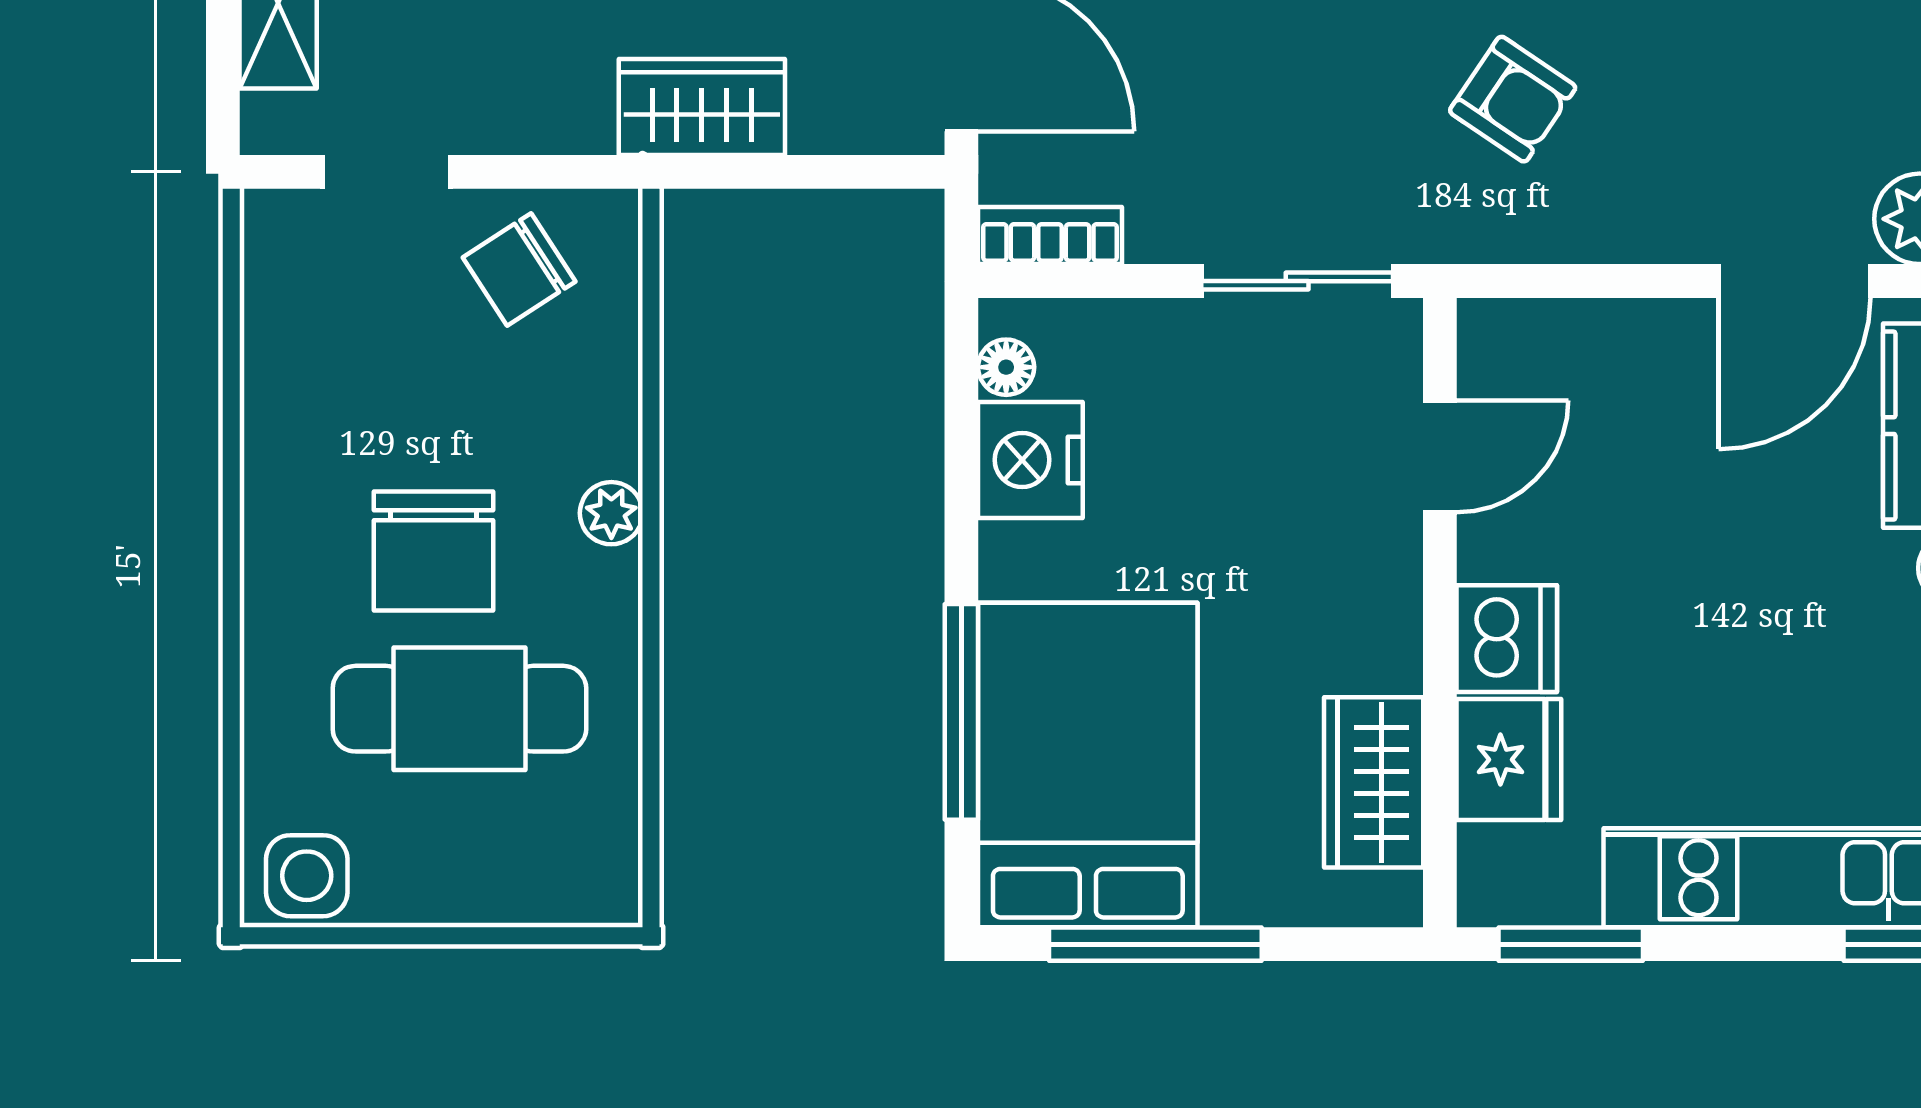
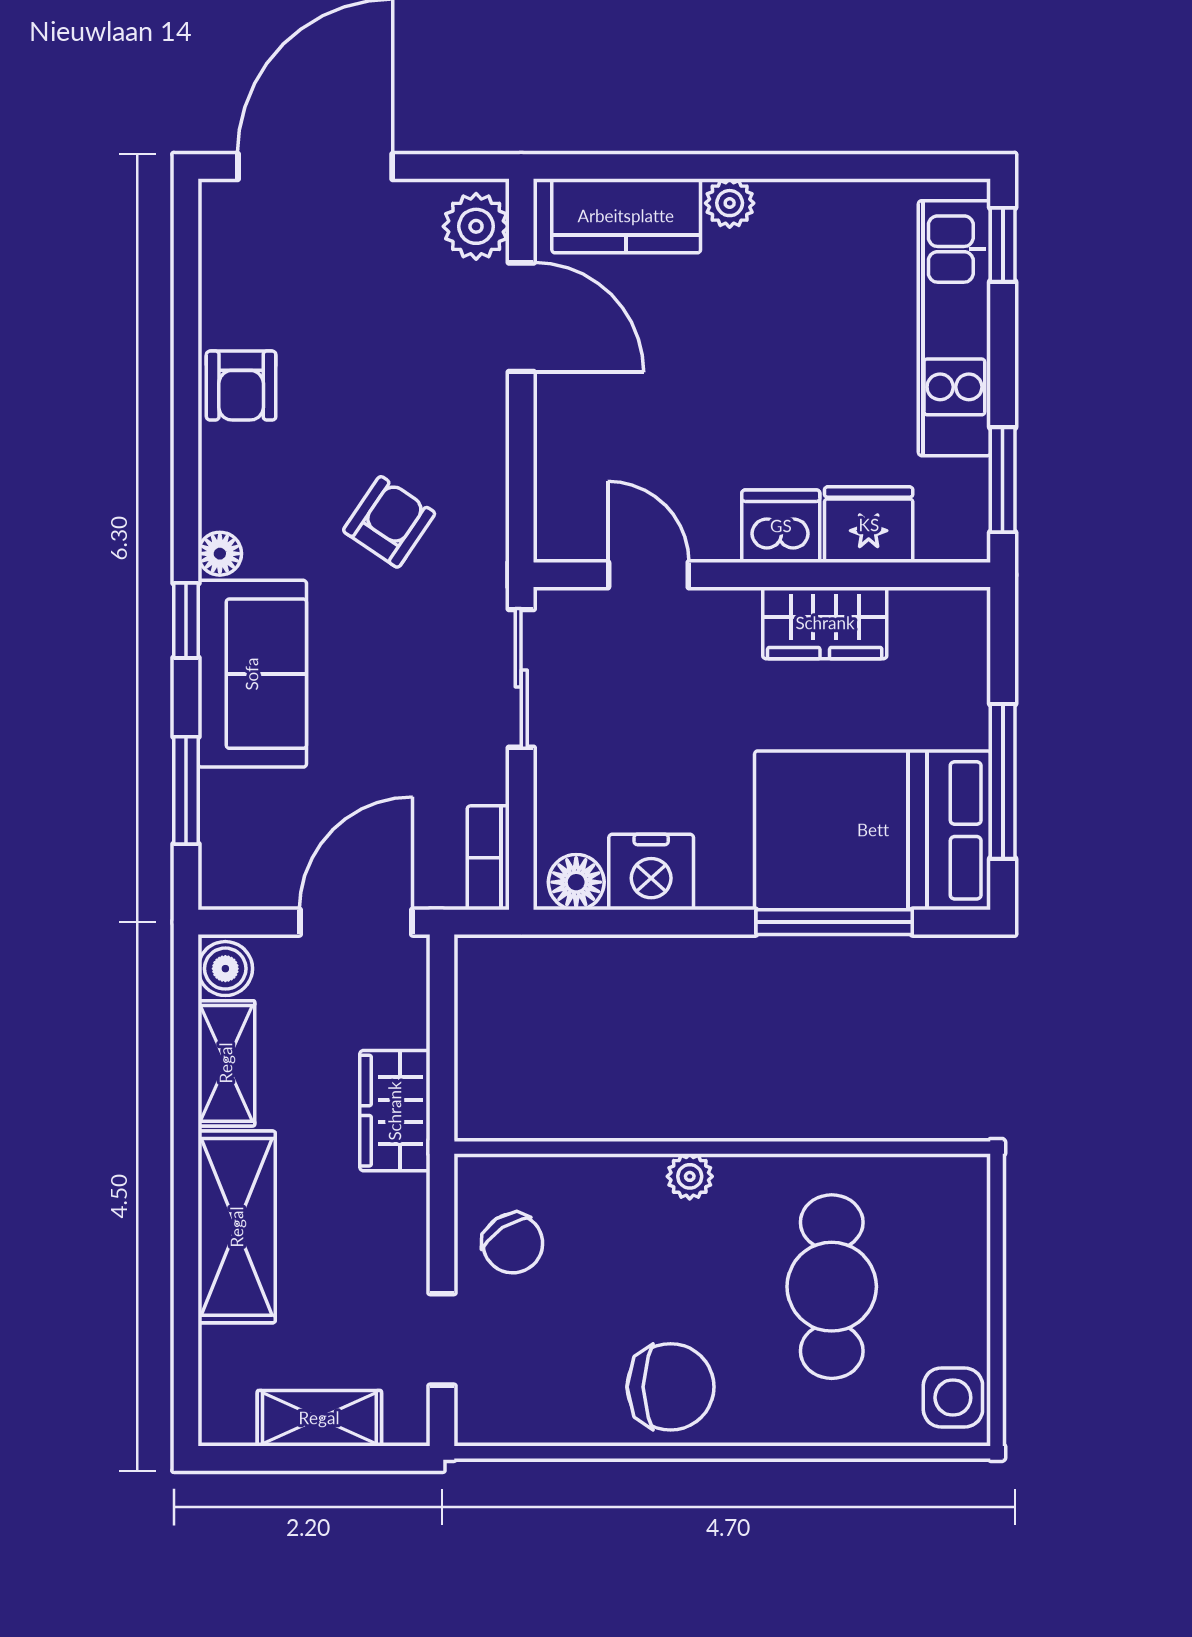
floor lamp: (1006, 367) -> (576, 882), width x1.37, depth x1.37
chair: (433, 551) -> (671, 1387), moved
wardrobe: (1374, 782) -> (825, 623), moved

